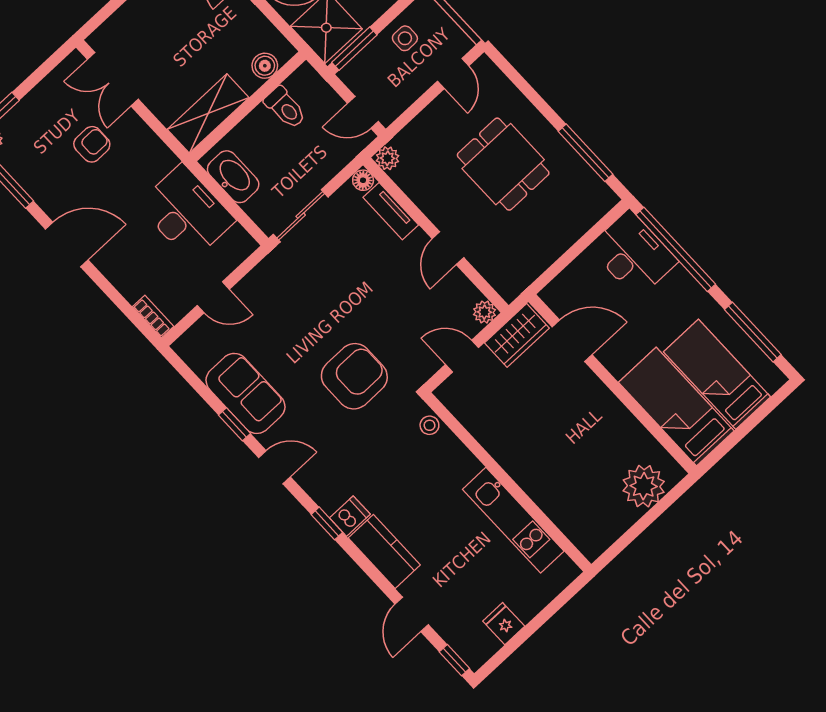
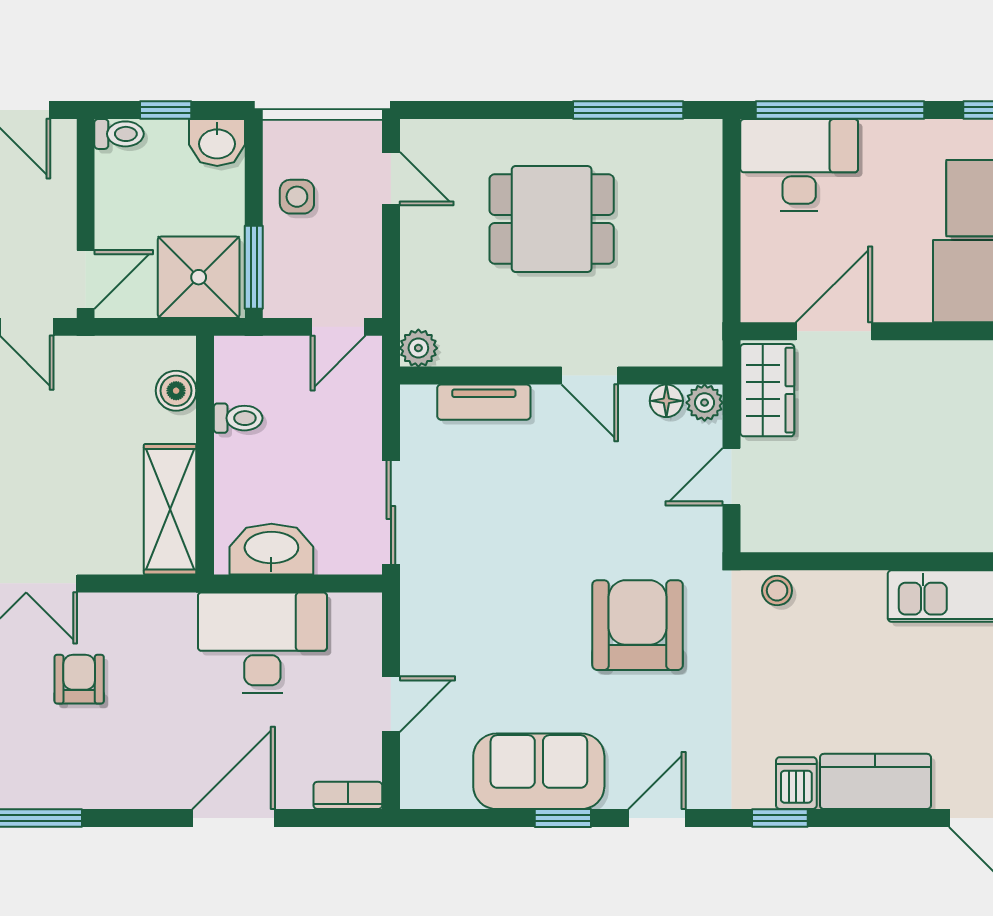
toilet: (285, 108) -> (238, 418), width x0.73, depth x0.72
floor lamp: (363, 180) -> (666, 401), moved
door: (67, 245) -> (234, 818), moved

